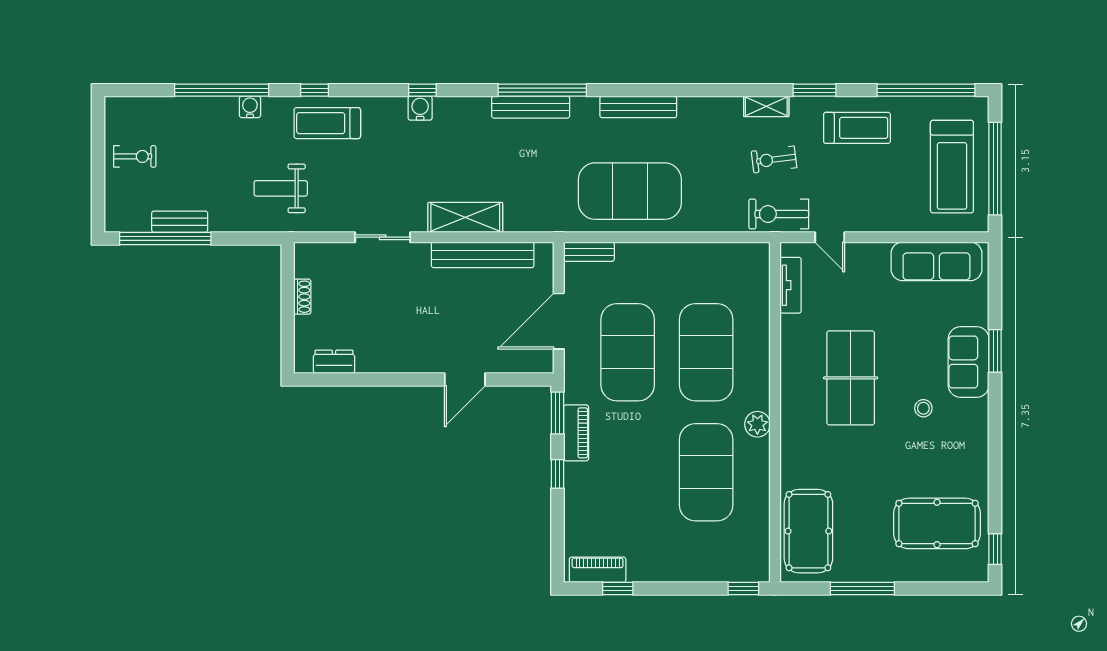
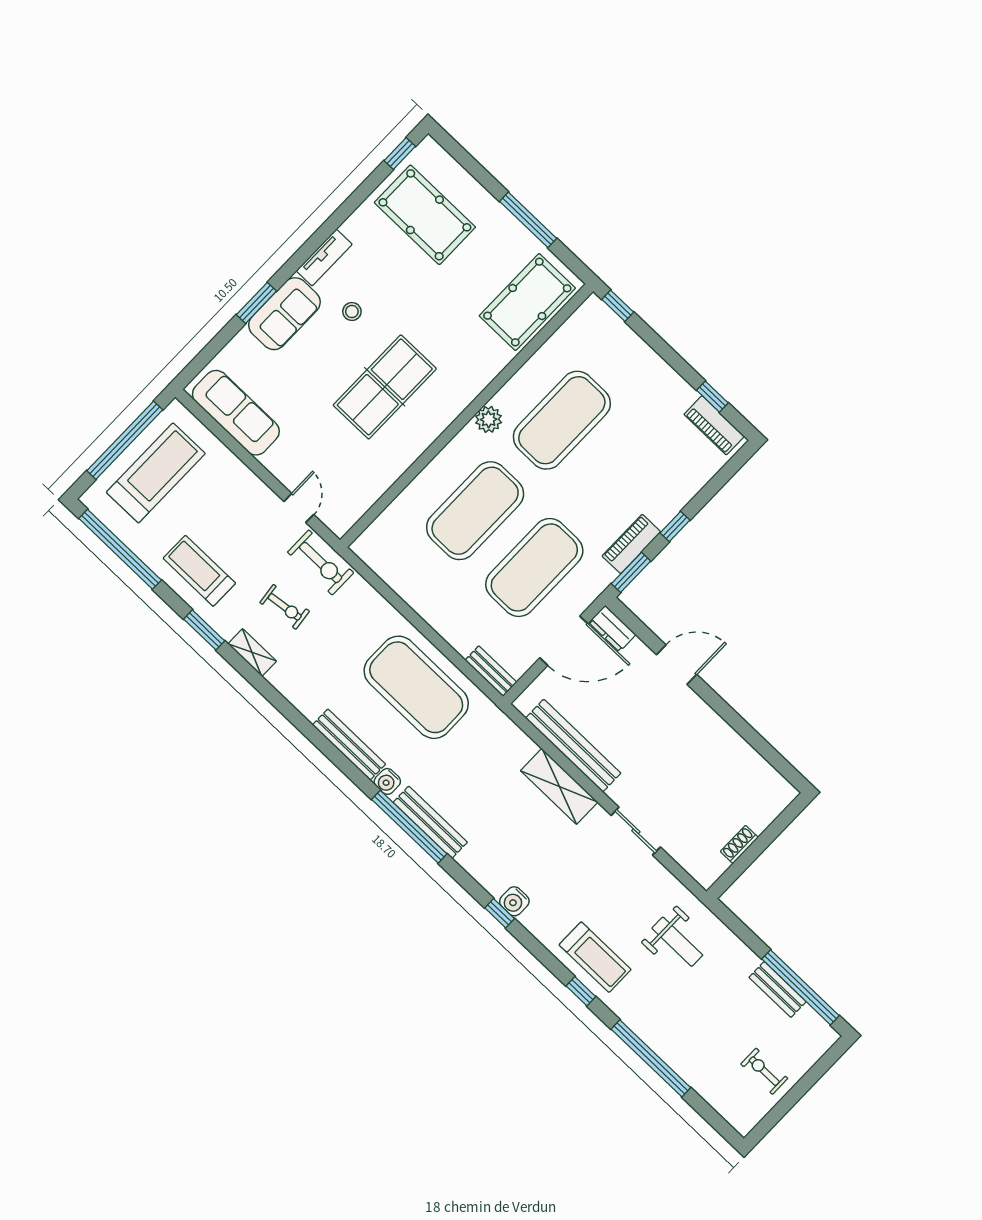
water cooler: (250, 107) -> (387, 781), moved
tv unit: (791, 285) -> (324, 258), moved, turned 180
dresser: (334, 362) -> (612, 628), moved

